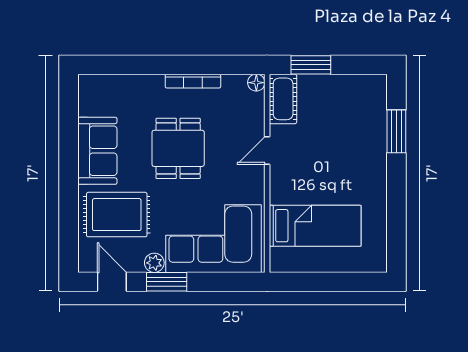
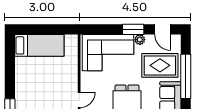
window: (69, 194) -> (186, 76), added
bed: (315, 226) -> (39, 45), moved, turned 180

